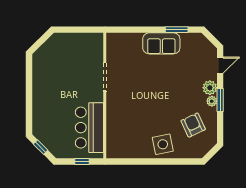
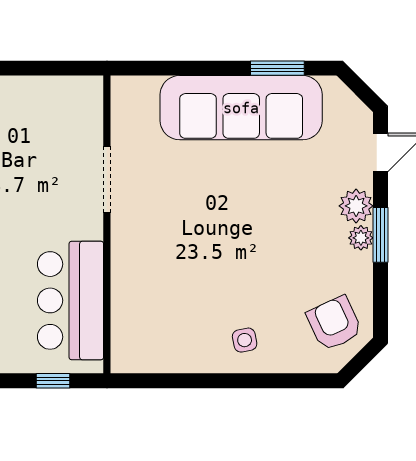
sofa: (161, 43) -> (241, 108), width x1.85, depth x1.27
armchair: (193, 125) -> (334, 323), moved
side table: (163, 144) -> (245, 340), width x0.54, depth x0.54

